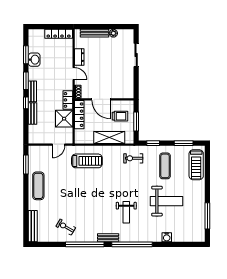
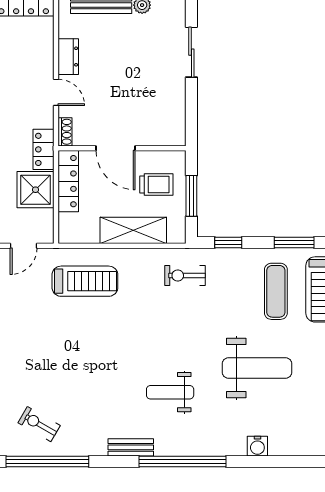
exercise mat: (165, 166) -> (276, 291), moved
weight bench: (126, 212) -> (170, 392), turned 90
window: (85, 244) -> (47, 461), moved

